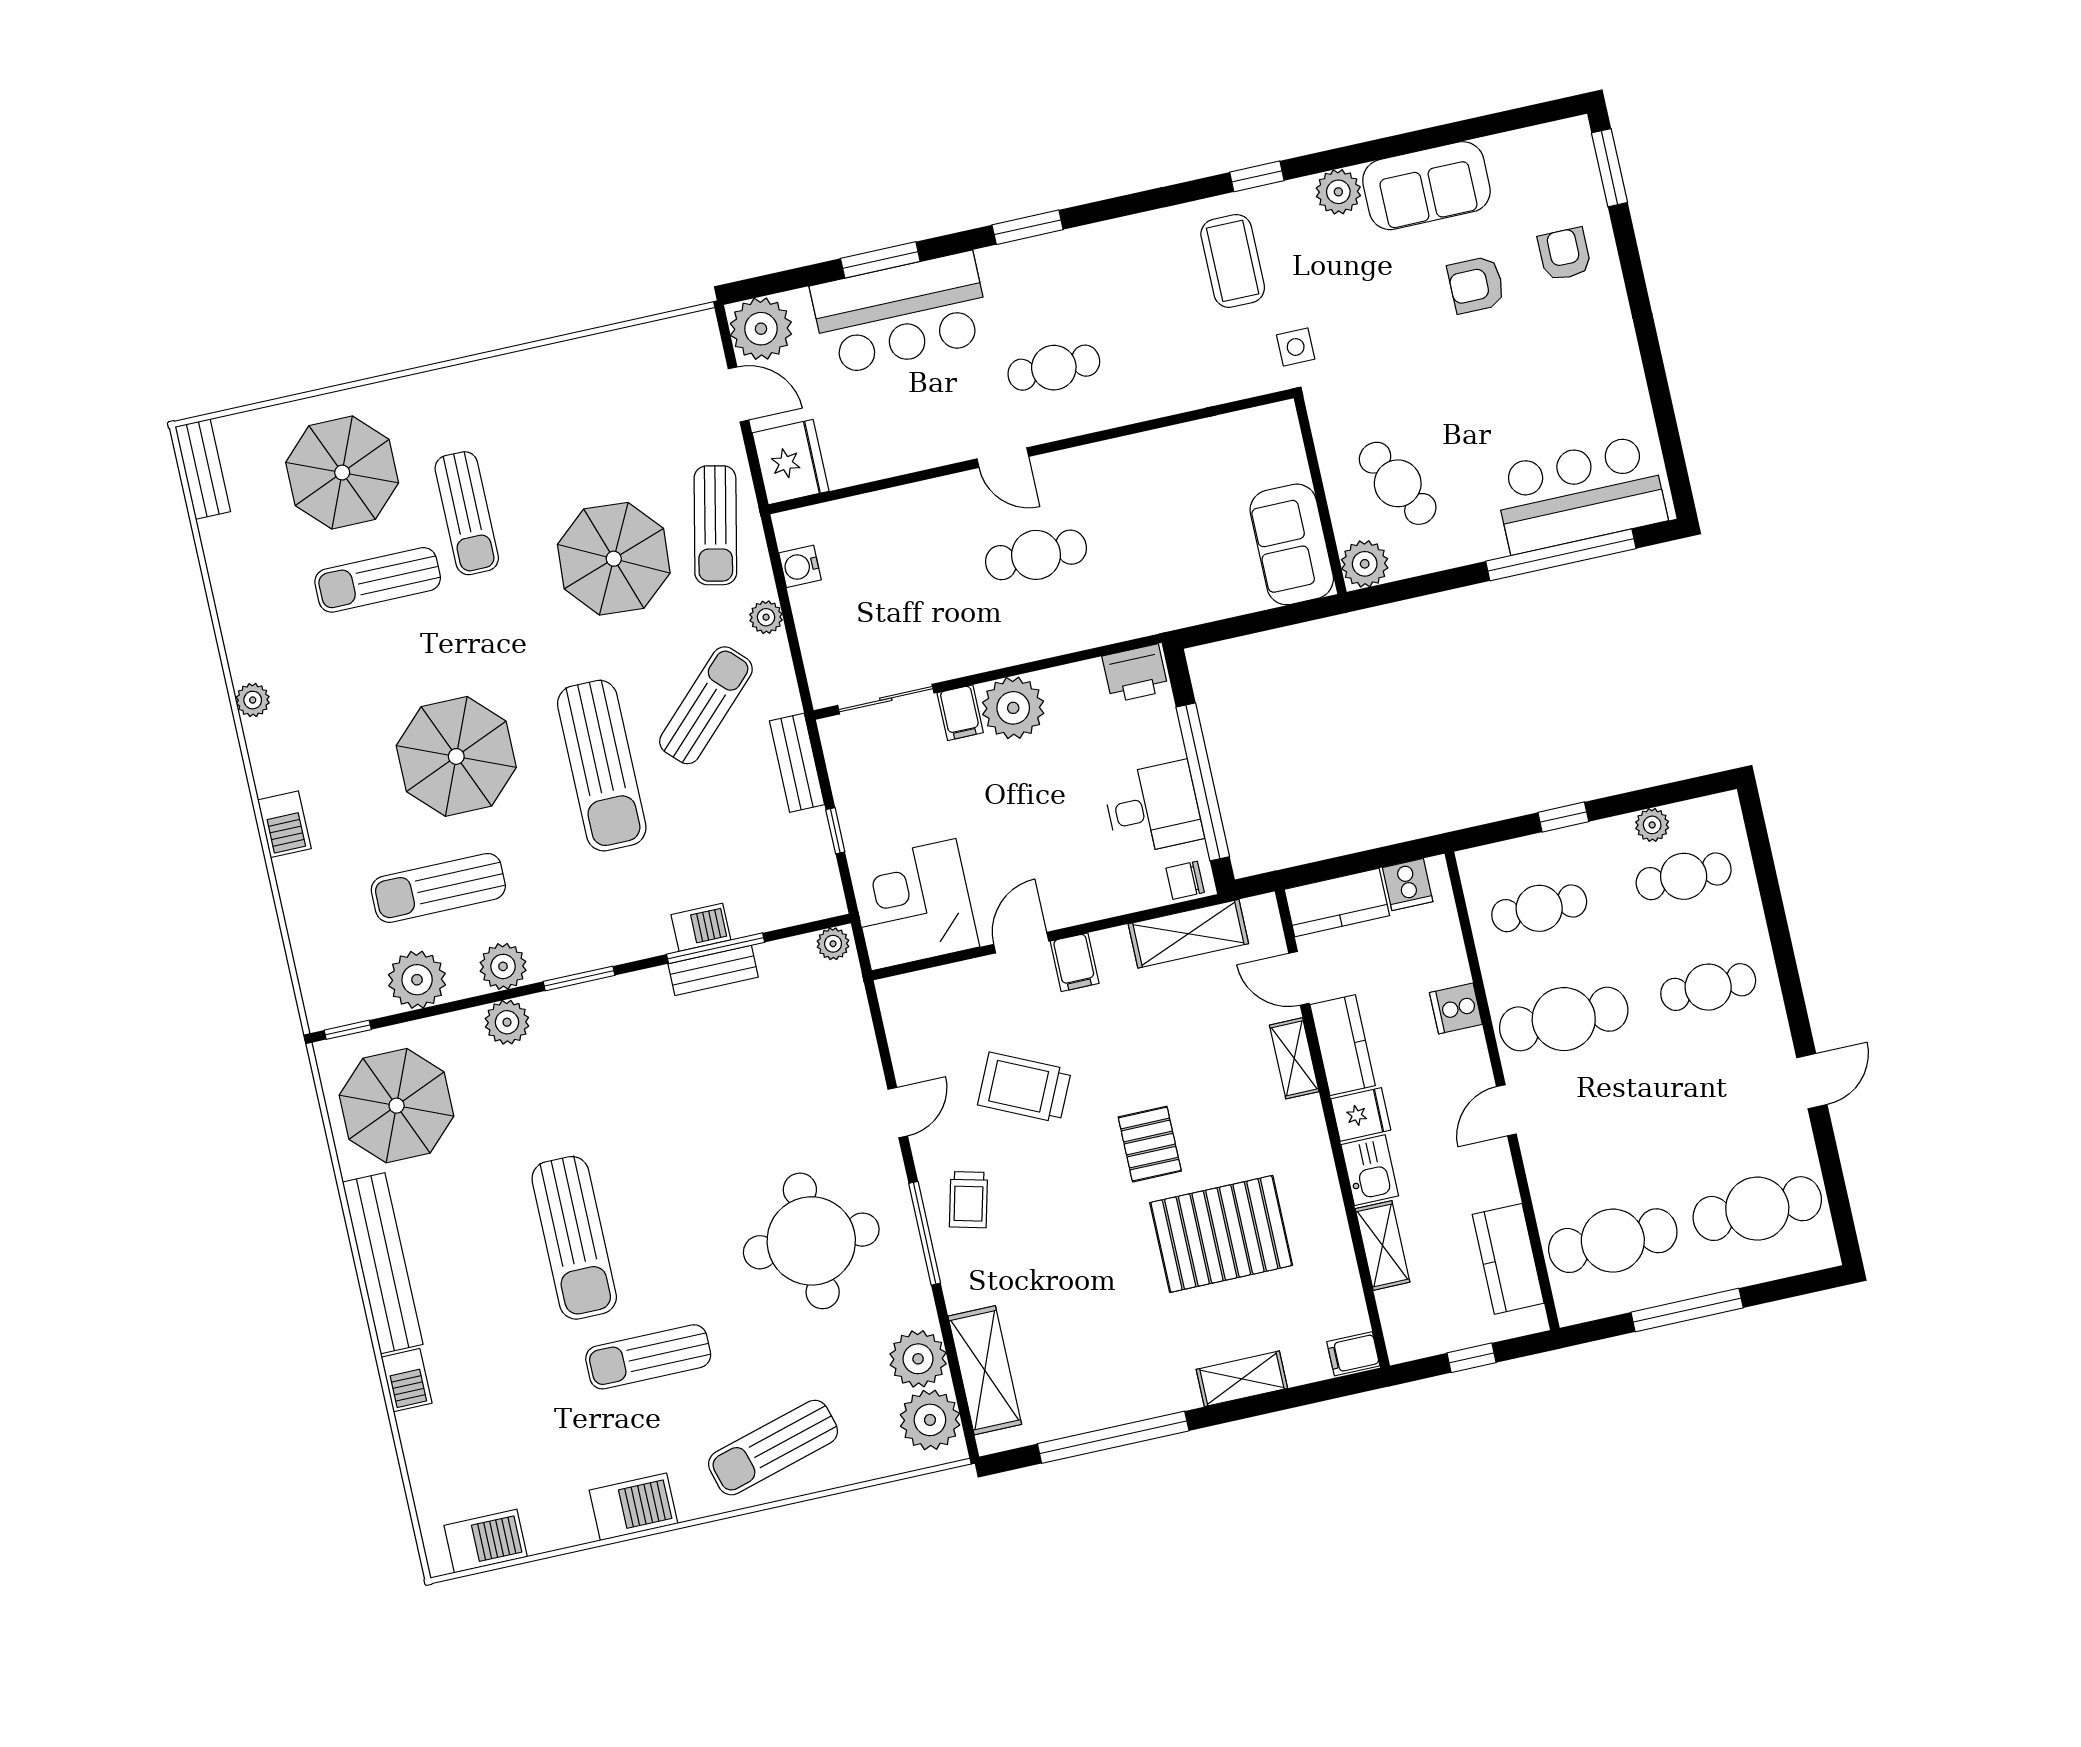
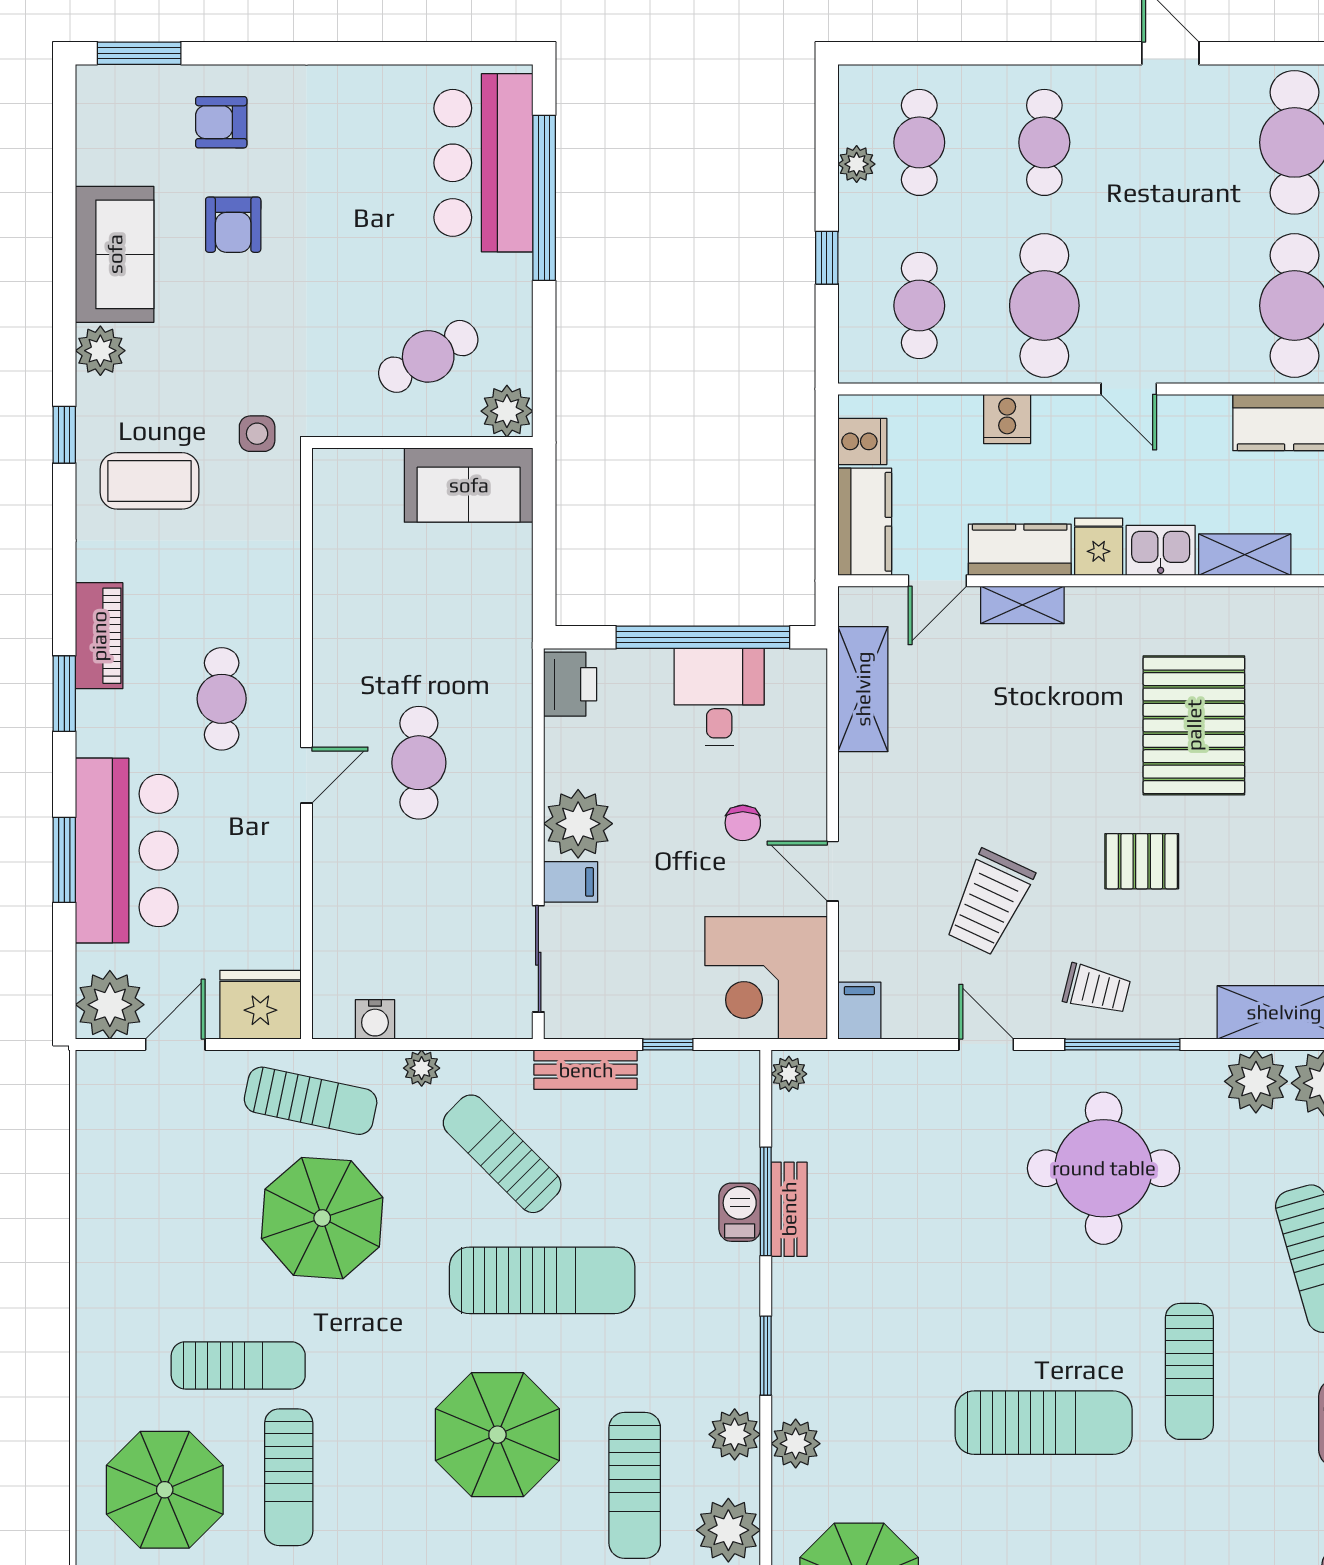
piano: (1086, 247) -> (99, 636), added
chair: (1185, 880) -> (743, 823), moved
filing cabinet: (1075, 962) -> (859, 1011), moved, turned -90
pallet: (1150, 1144) -> (1142, 861), moved

